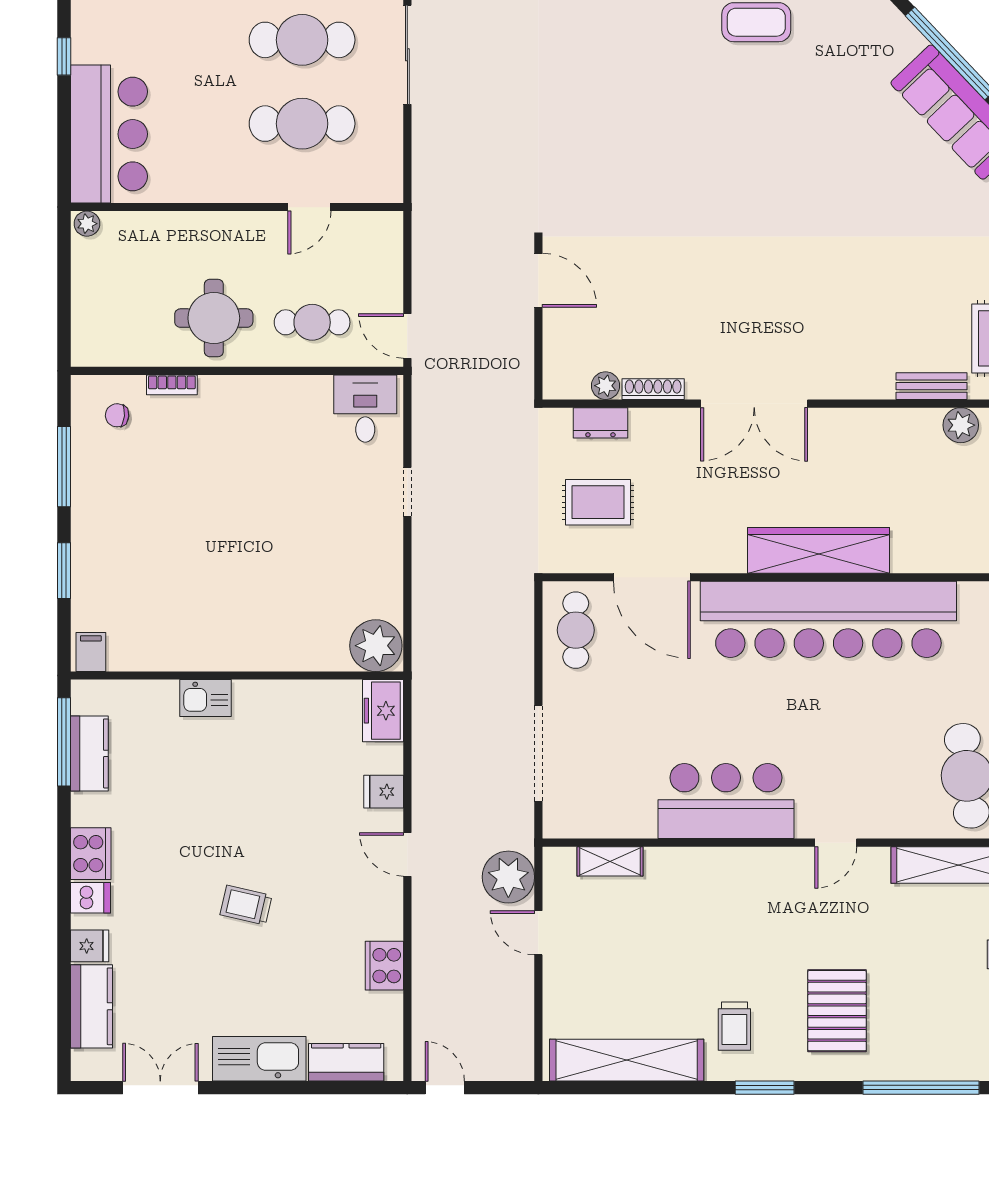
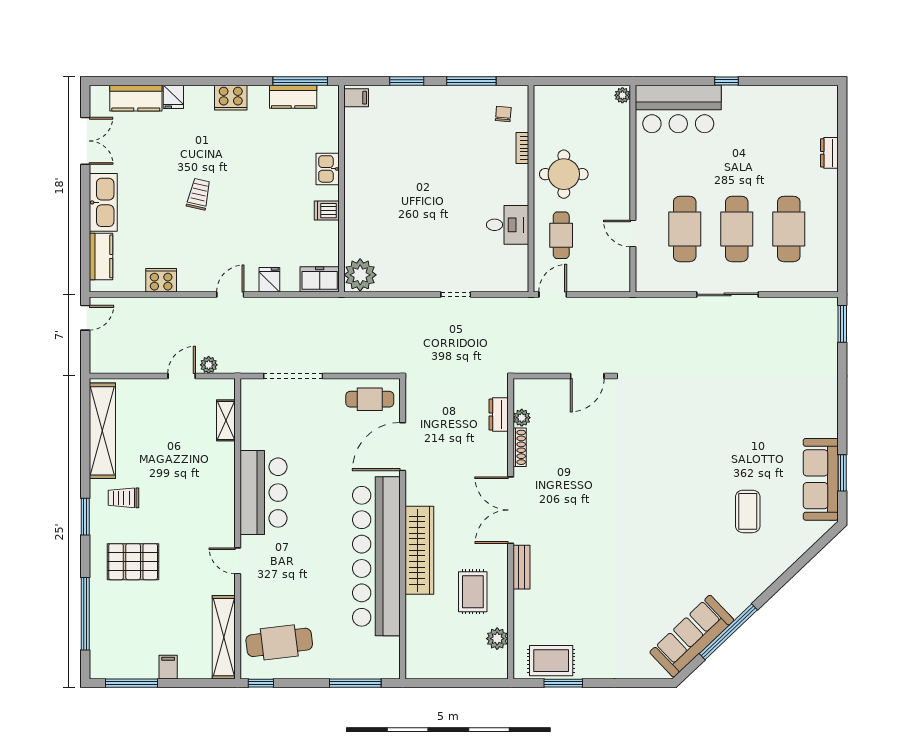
bench: (932, 386) -> (521, 567), moved
desk: (365, 409) -> (508, 225), moved
rug: (598, 502) -> (473, 592), moved
plant: (508, 877) -> (209, 365), width x0.53, depth x0.53
dishwasher: (90, 898) -> (327, 211), moved, turned 90

